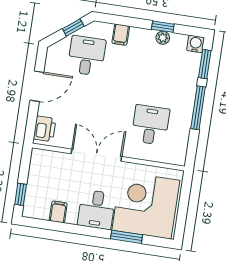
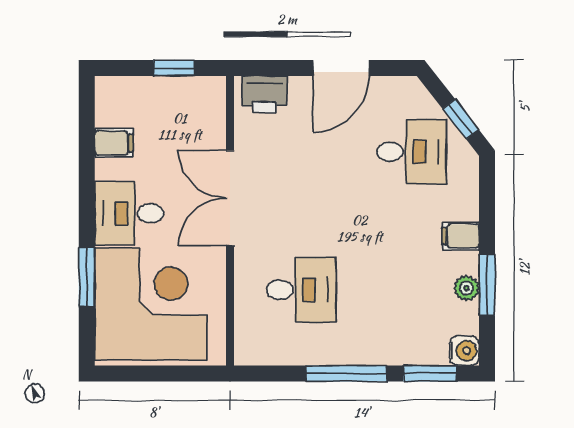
window: (163, 27) -> (487, 285), width x1.50
filing cabinet: (121, 35) -> (460, 236), moved
door: (37, 86) -> (341, 68), hinge flipped
double door: (96, 155) -> (230, 198), swing flipped
window: (21, 194) -> (174, 68), moved

